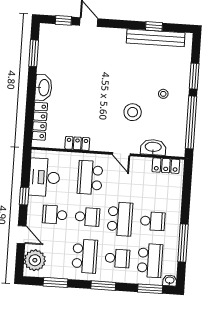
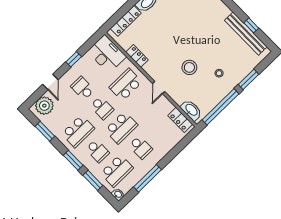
washbasin: (153, 147) -> (191, 110), moved
desk: (44, 177) -> (107, 54), moved, turned 90
window: (150, 289) -> (93, 180), moved

